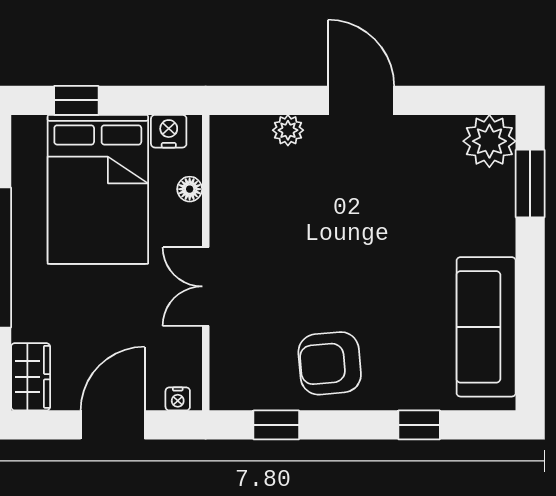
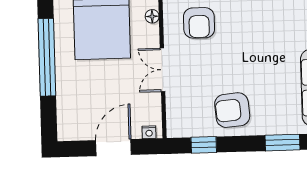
armchair: (274, 203) -> (199, 23), added
wardrobe: (31, 377) -> (68, 122), removed
window: (419, 425) -> (282, 143), width x1.50

